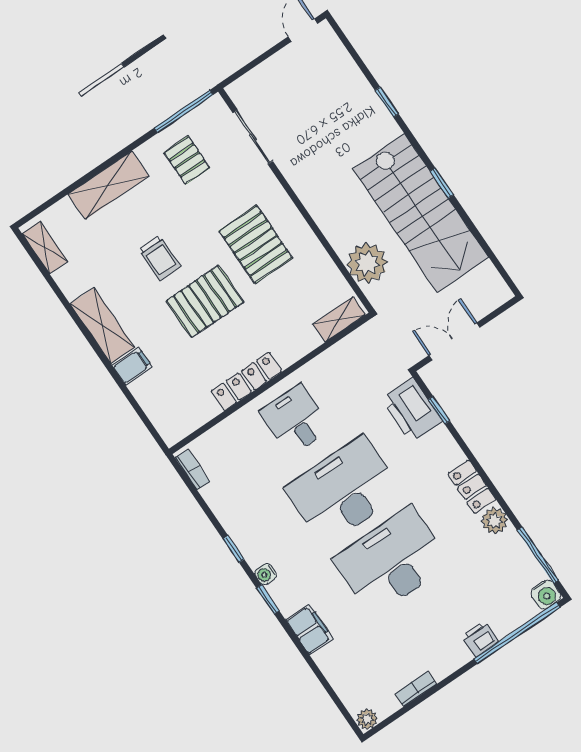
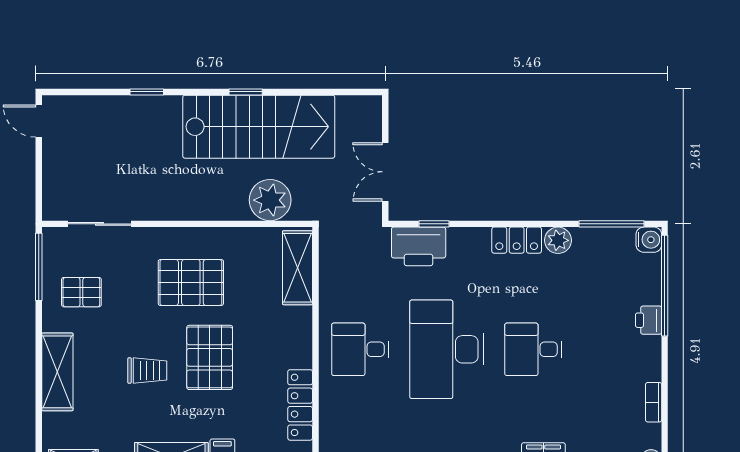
shelving: (339, 319) -> (298, 268), width x1.50, depth x1.33
locker: (246, 381) -> (300, 405), moved
desk: (392, 561) -> (533, 349), width x0.53, depth x0.77

